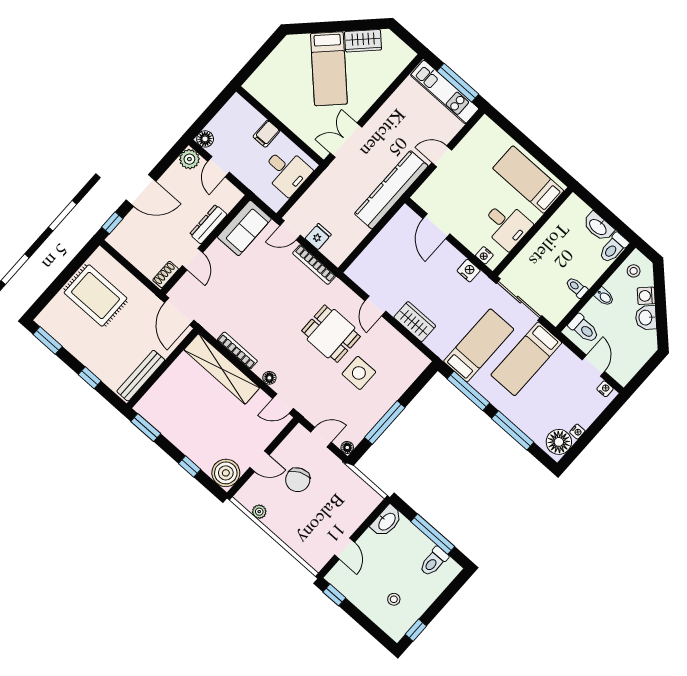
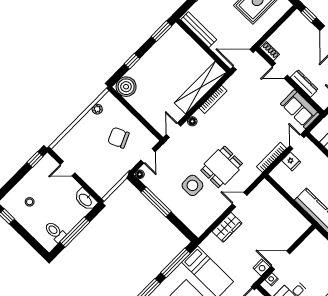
door: (436, 226) -> (281, 260), moved
door: (260, 461) -> (133, 111), removed

